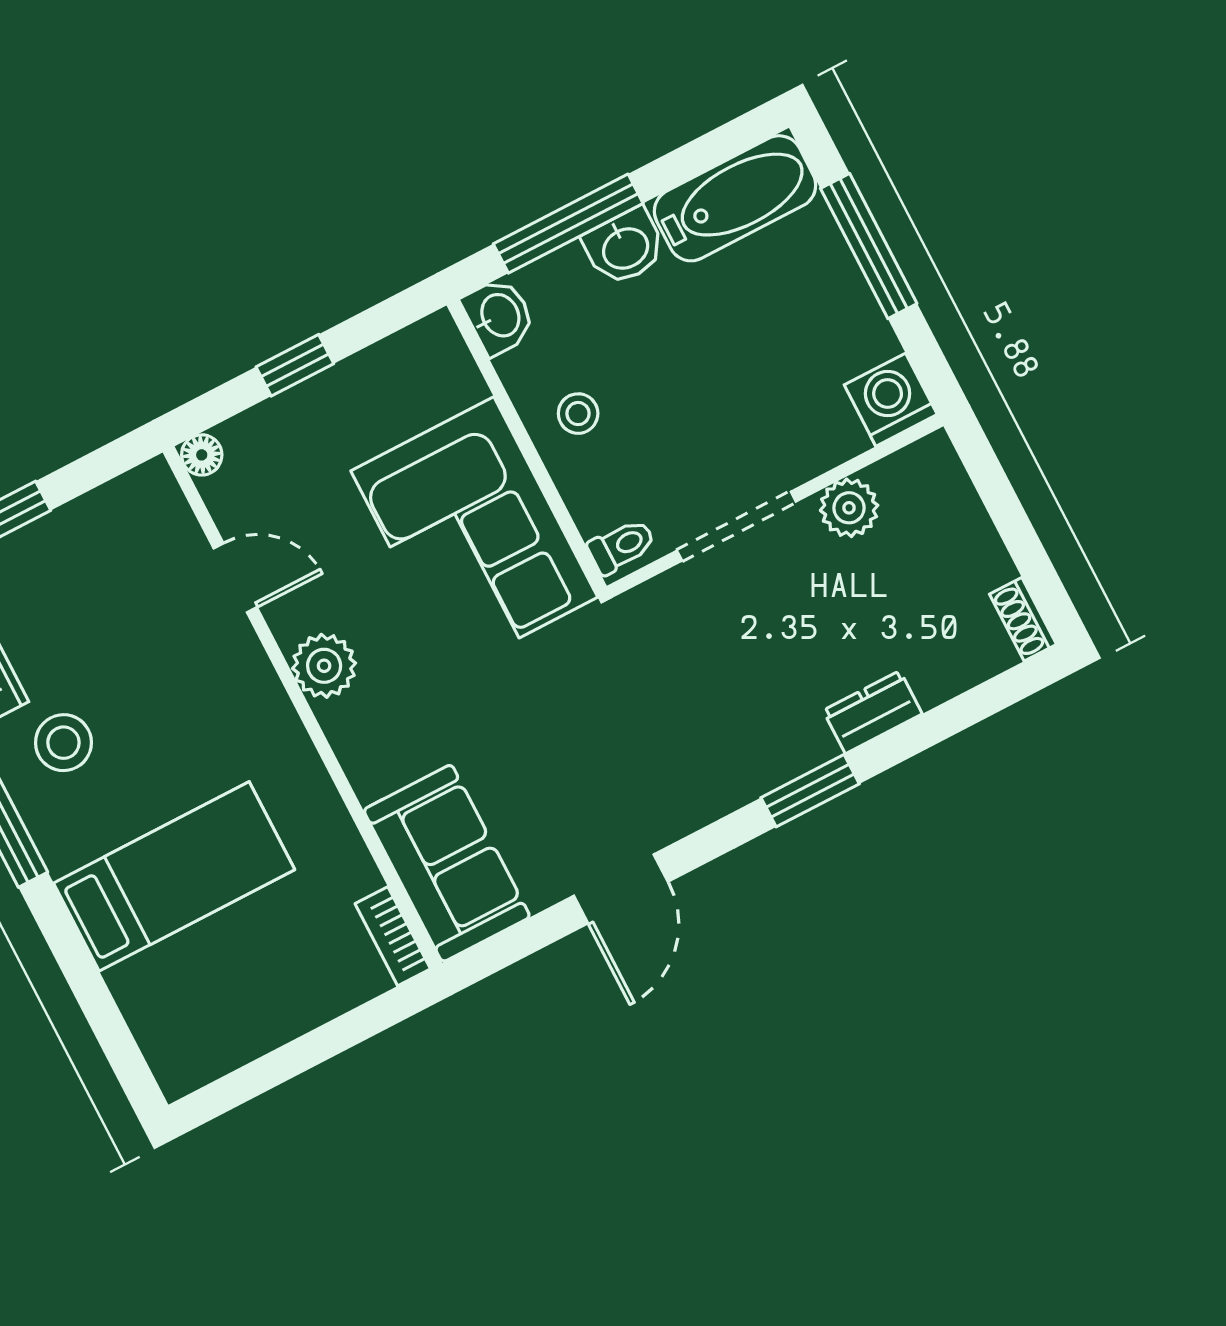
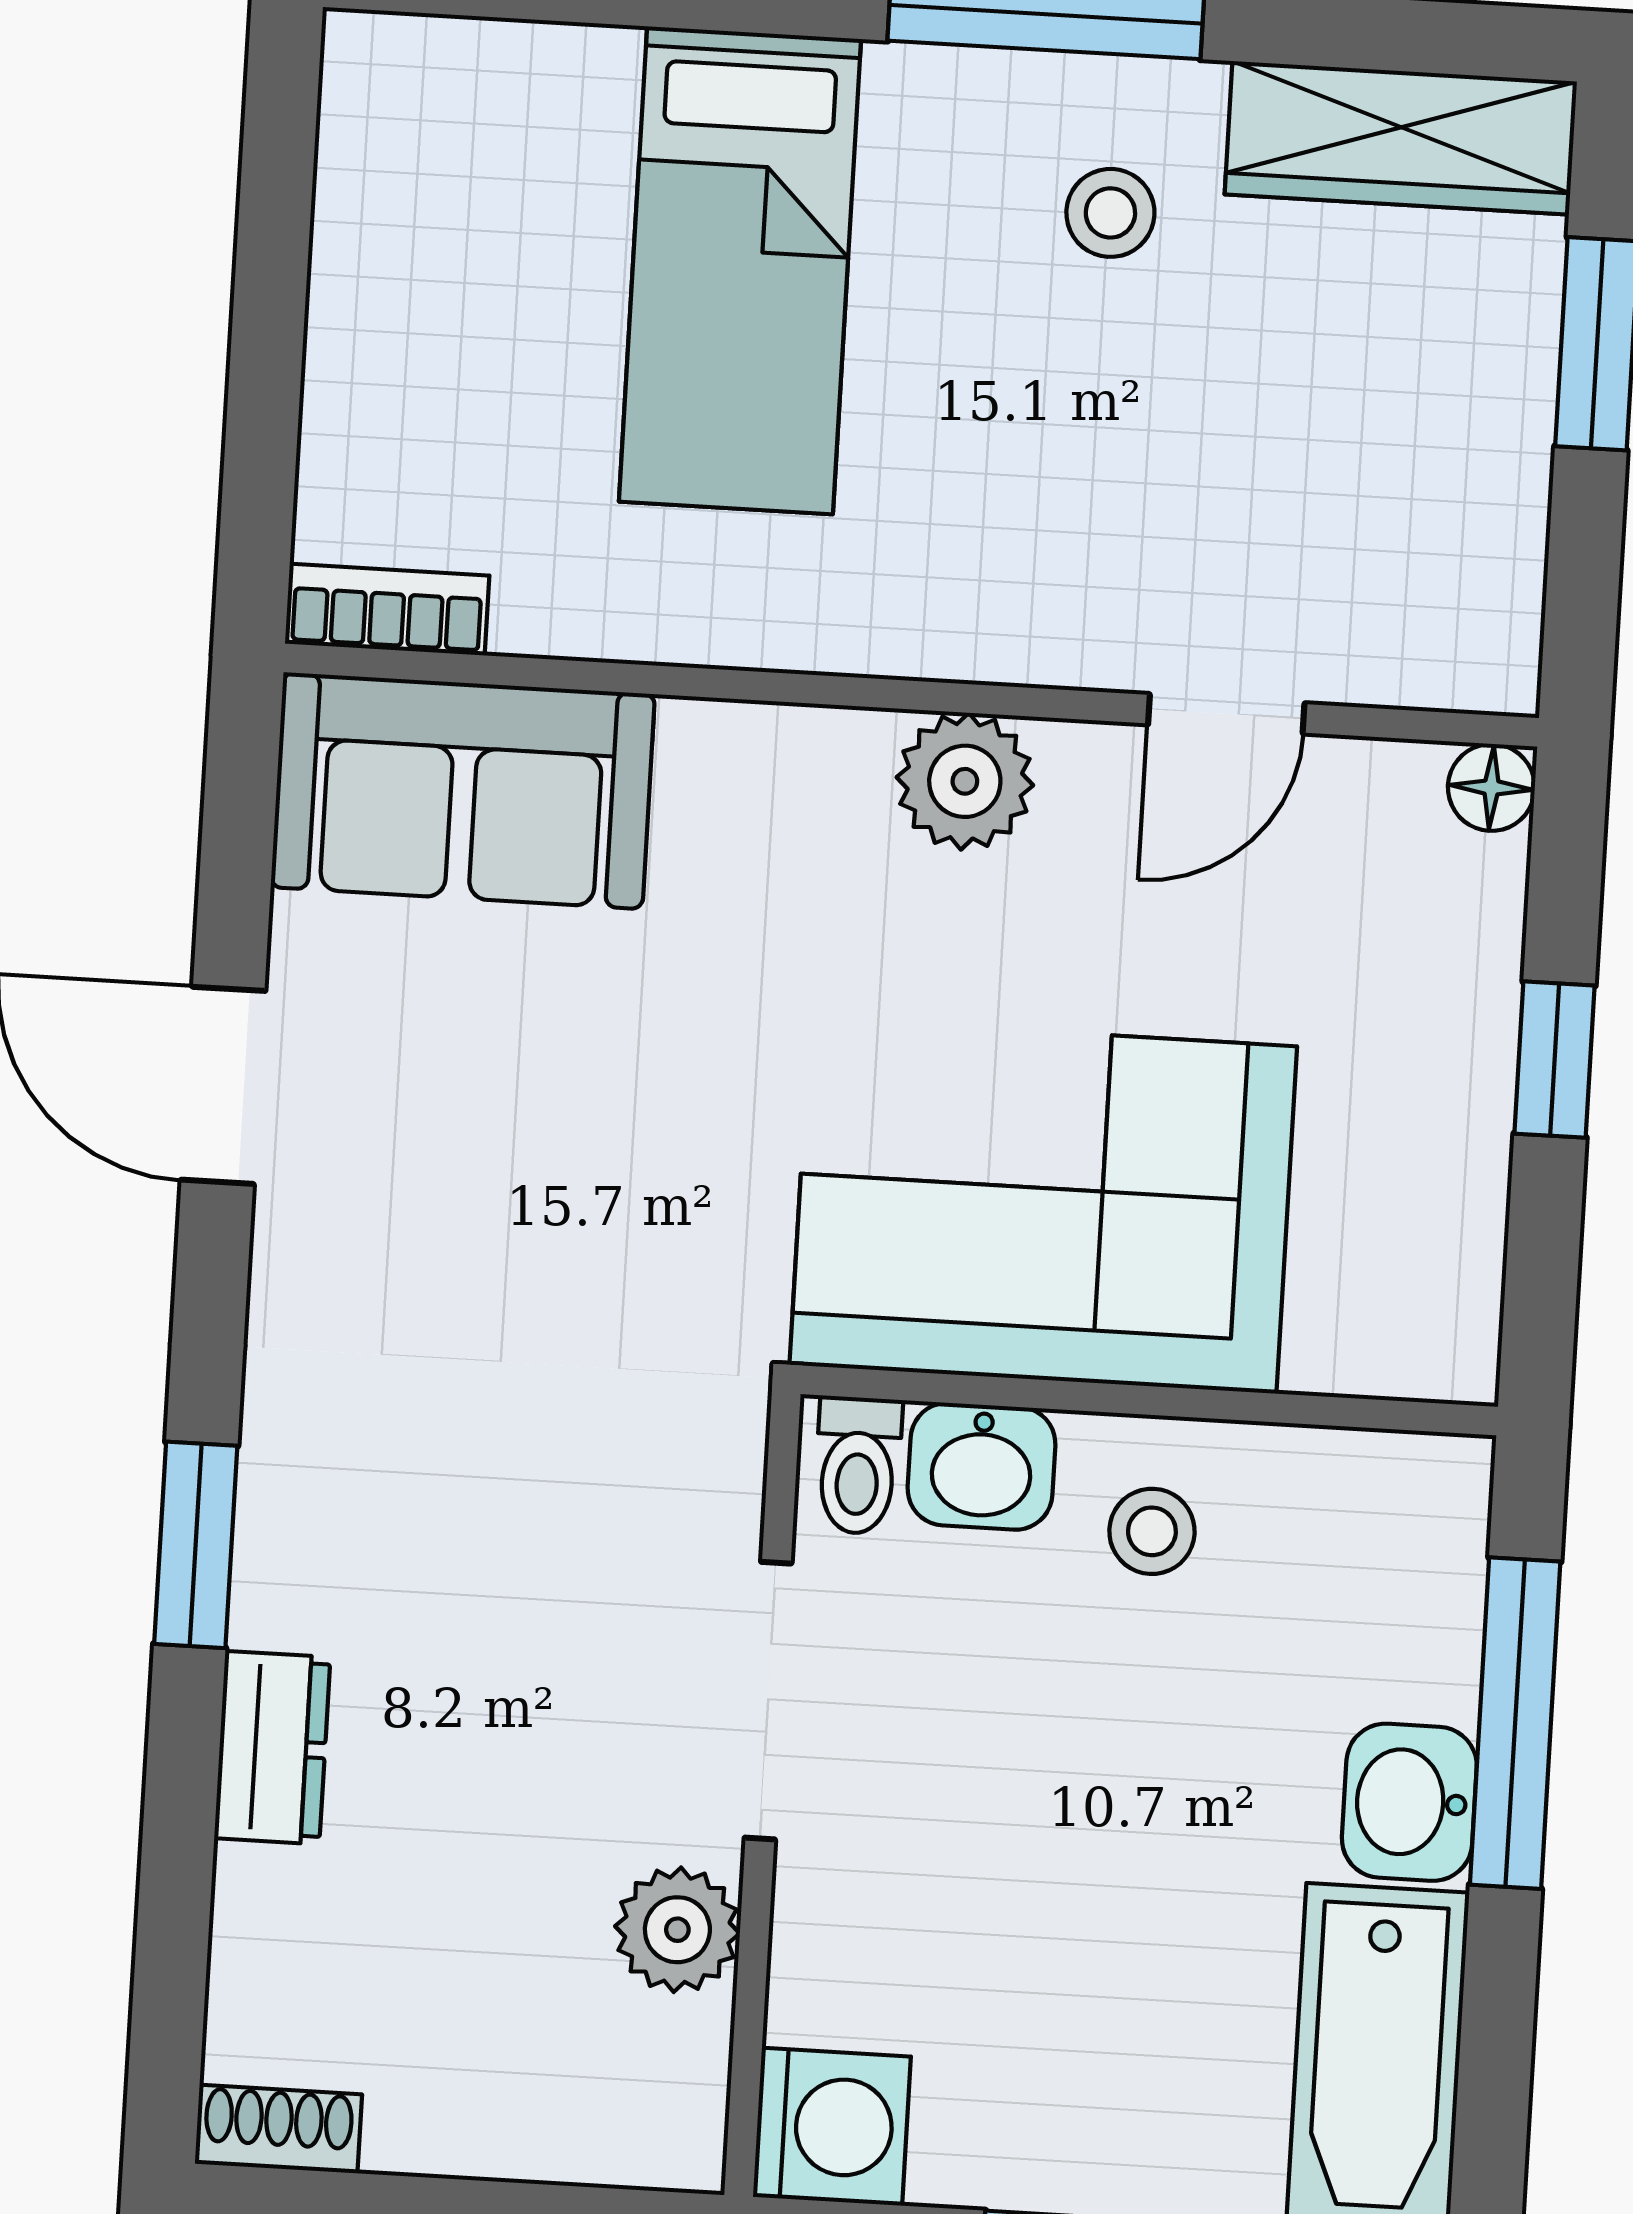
washbasin: (499, 316) -> (981, 1466), moved
stool: (63, 743) -> (1110, 213), width x0.73, depth x0.73

